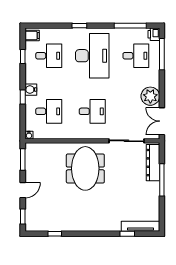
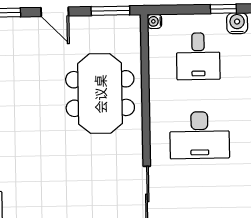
desk: (92, 111) -> (200, 135), width x1.37
meeting table: (85, 168) -> (100, 94), moved, turned 90

